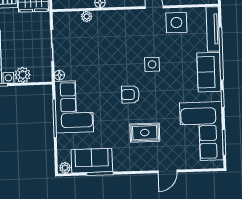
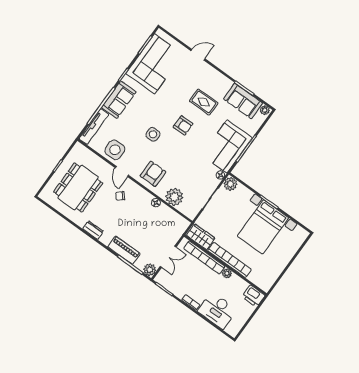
plant: (87, 16) -> (174, 197), width x1.88, depth x1.88
armchair: (123, 28) -> (153, 174), added
plant: (23, 75) -> (230, 184), moved
rug: (145, 133) -> (204, 102), moved

